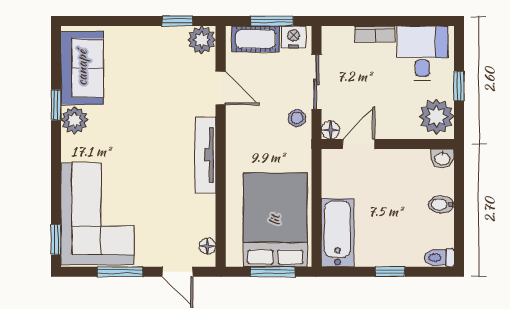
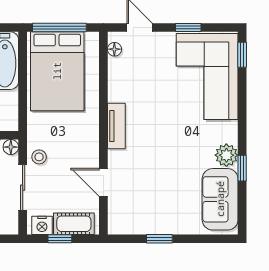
window: (177, 21) -> (159, 239), moved
window: (272, 21) -> (60, 239), width x0.67
plant: (202, 40) -> (119, 223), removed
tv unit: (205, 155) -> (116, 126), width x0.71
window: (120, 272) -> (188, 28), width x0.67
window: (273, 272) -> (59, 28), width x1.44

